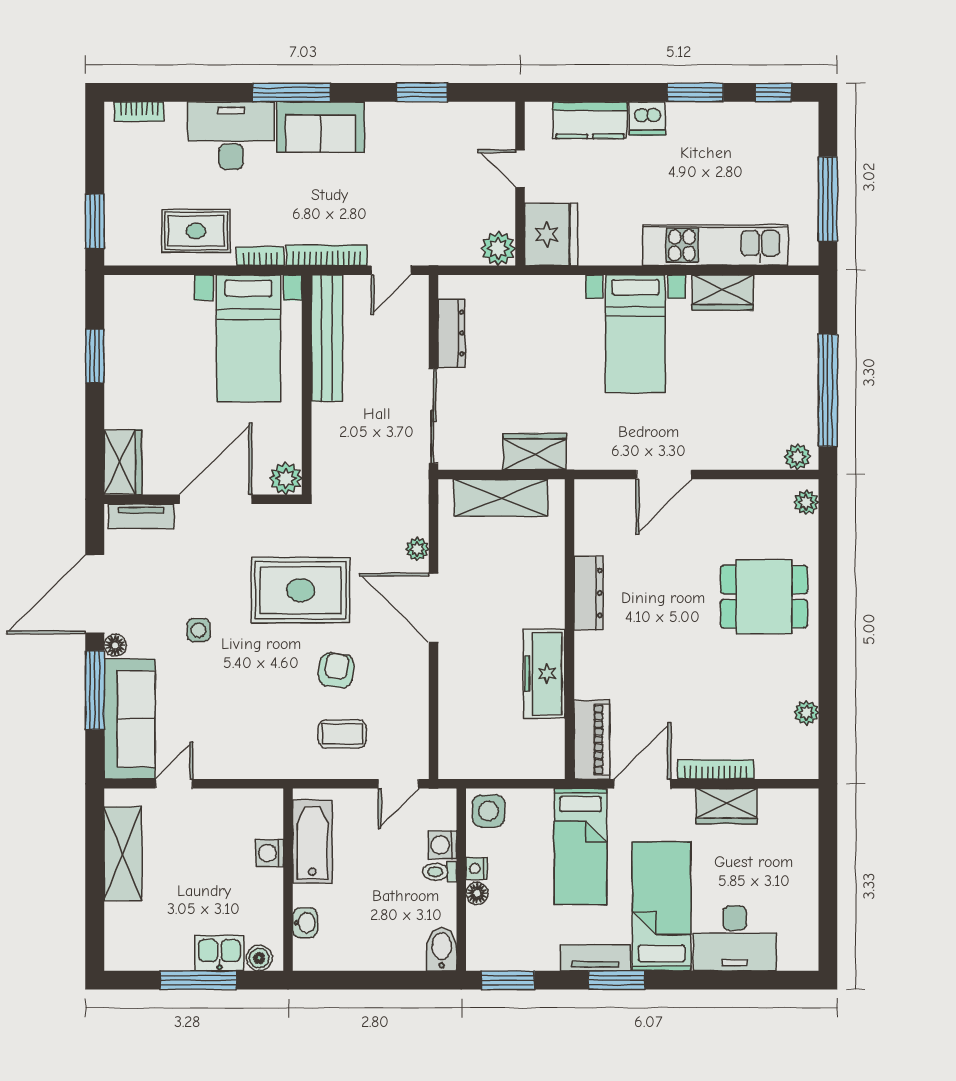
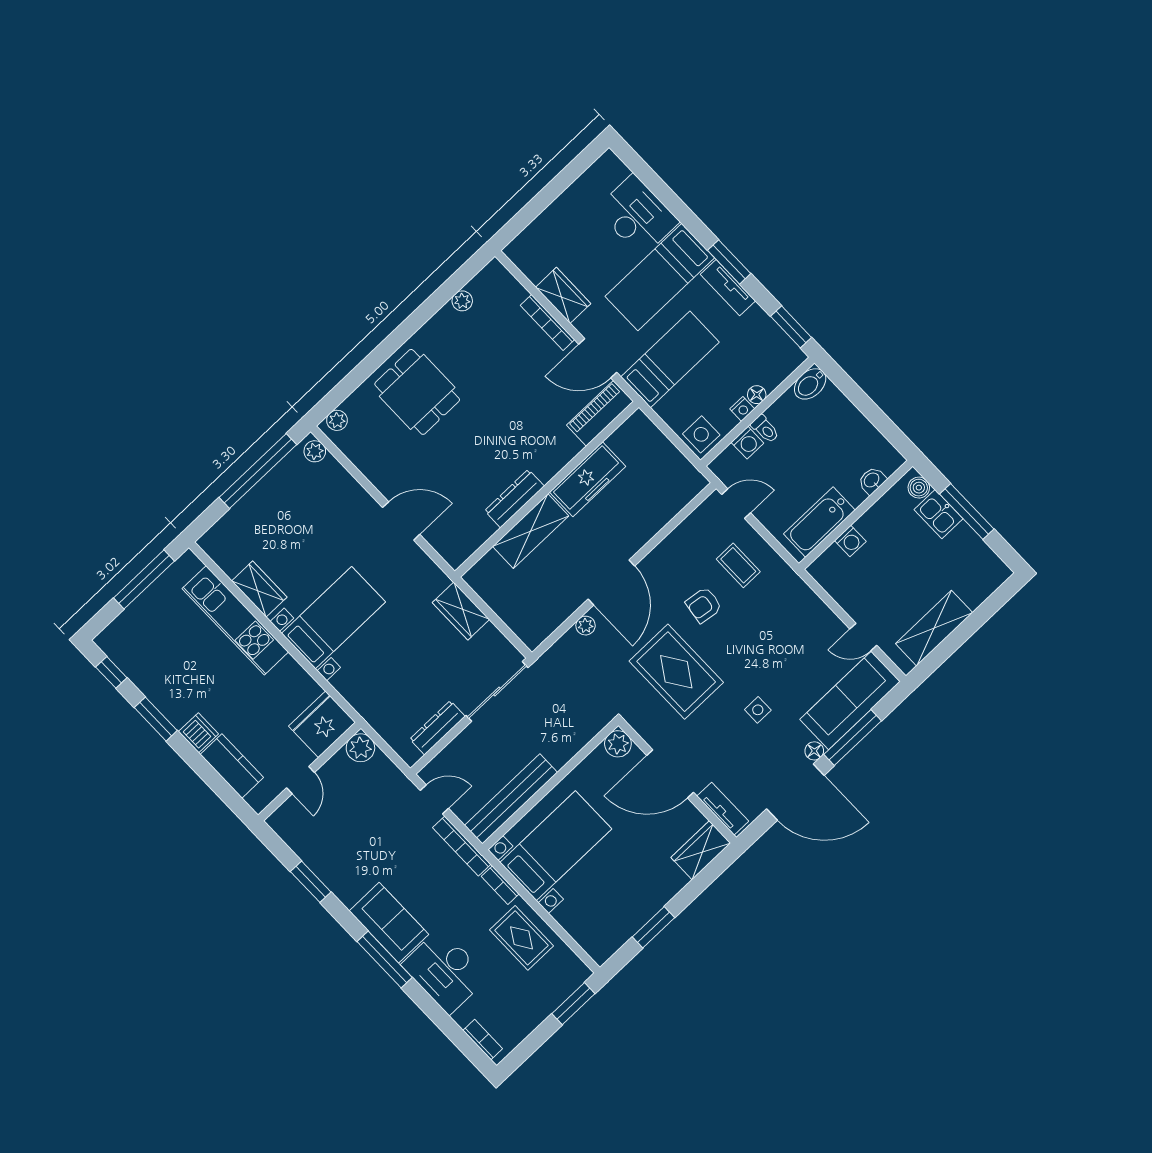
shelving: (501, 498) -> (531, 531), moved, turned 90

